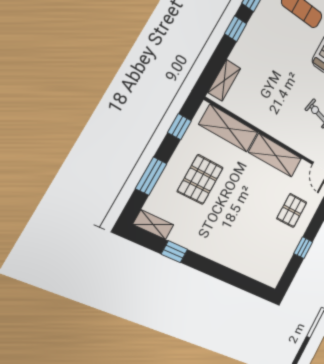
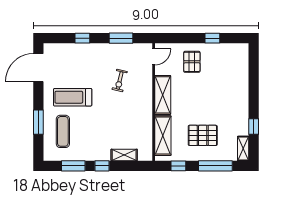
shelving: (224, 80) -> (124, 155), moved
window: (151, 176) -> (215, 166), width x1.44
pallet: (292, 210) -> (192, 62), turned 90

